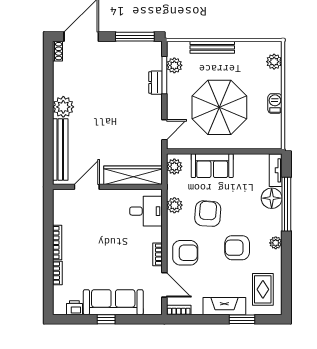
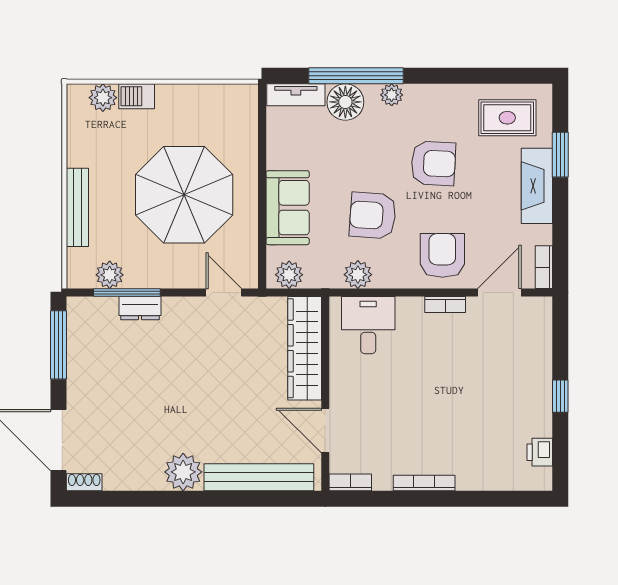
barbecue: (275, 104) -> (137, 96), moved
plant: (276, 243) -> (392, 95), moved
armchair: (237, 248) -> (433, 163), turned -87
bookcase: (57, 273) -> (350, 482), moved
sofa: (113, 302) -> (530, 383), removed

